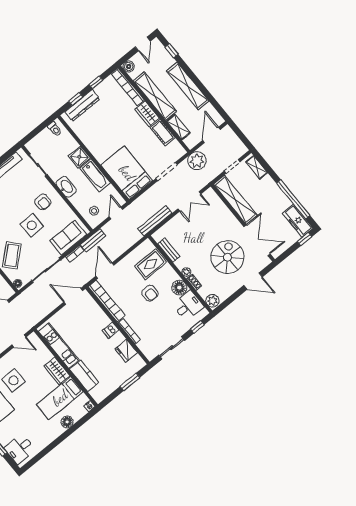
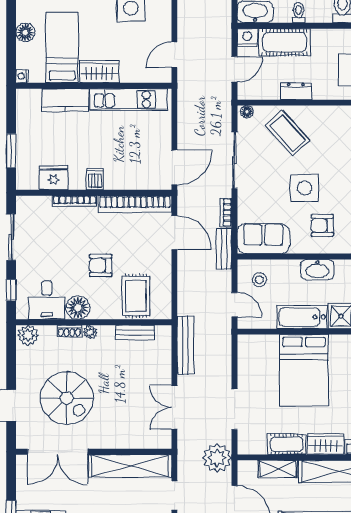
bed: (127, 173) -> (304, 370), moved, turned 90
sofa: (68, 238) -> (263, 239), moved, turned -90

